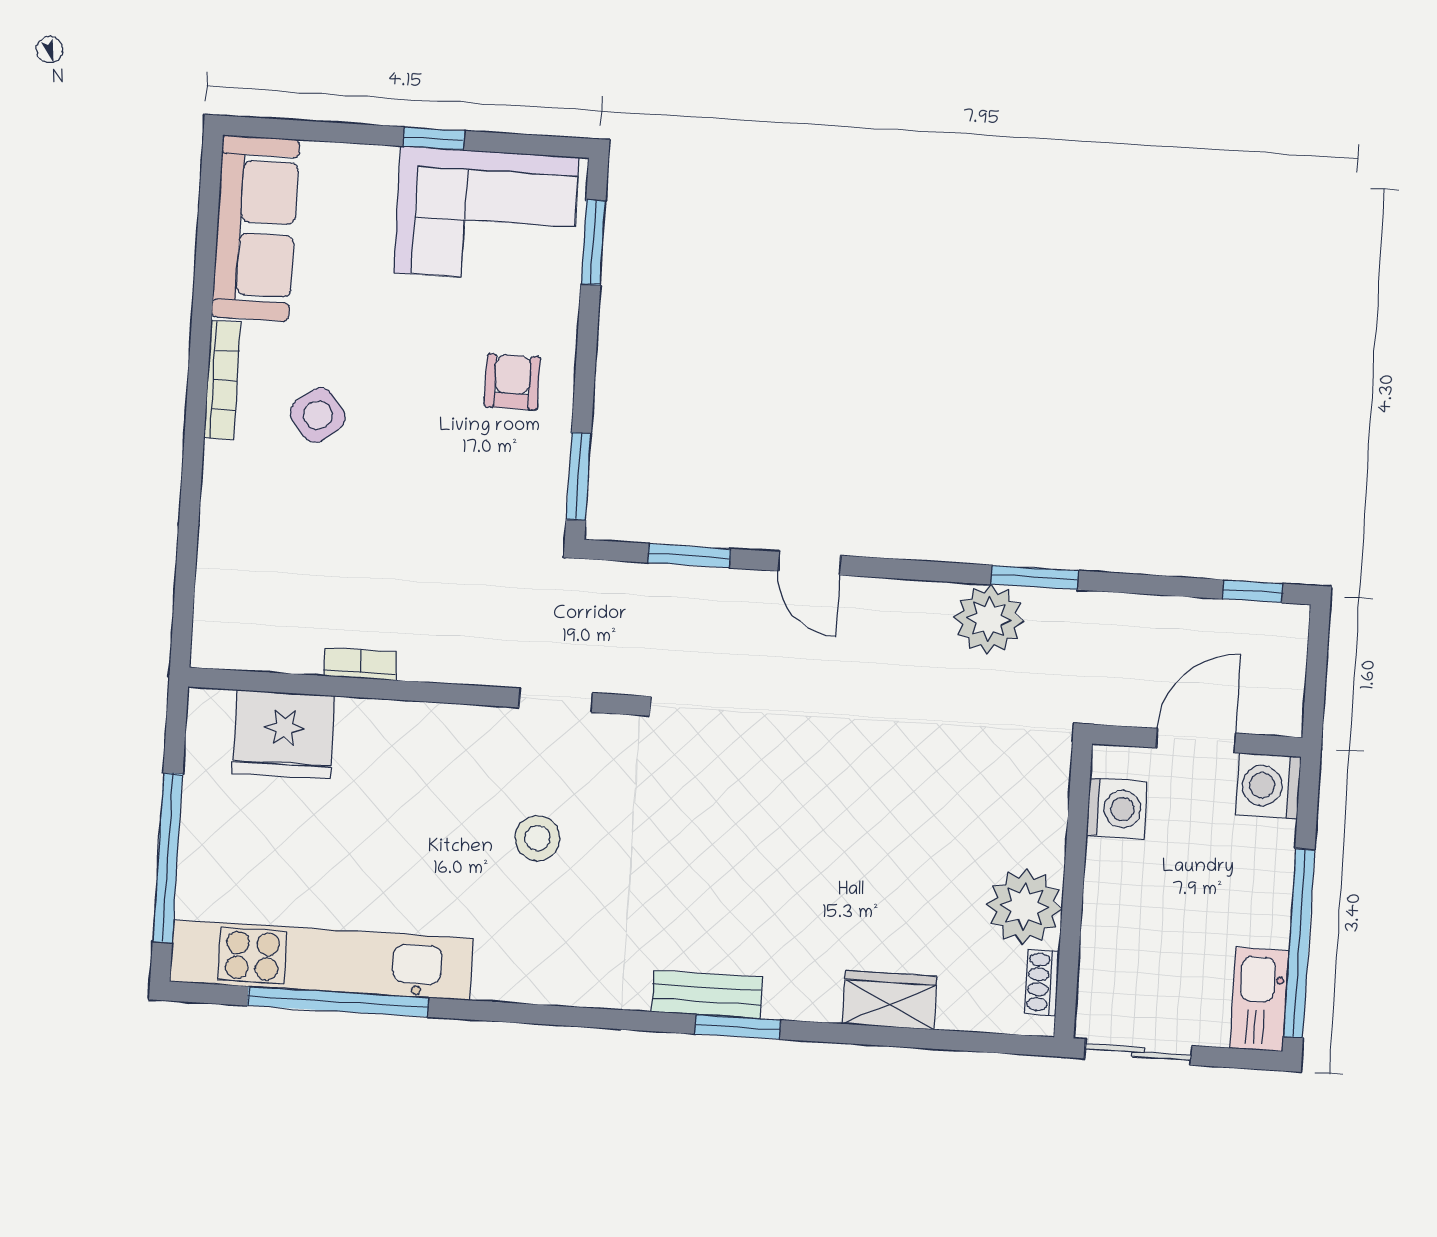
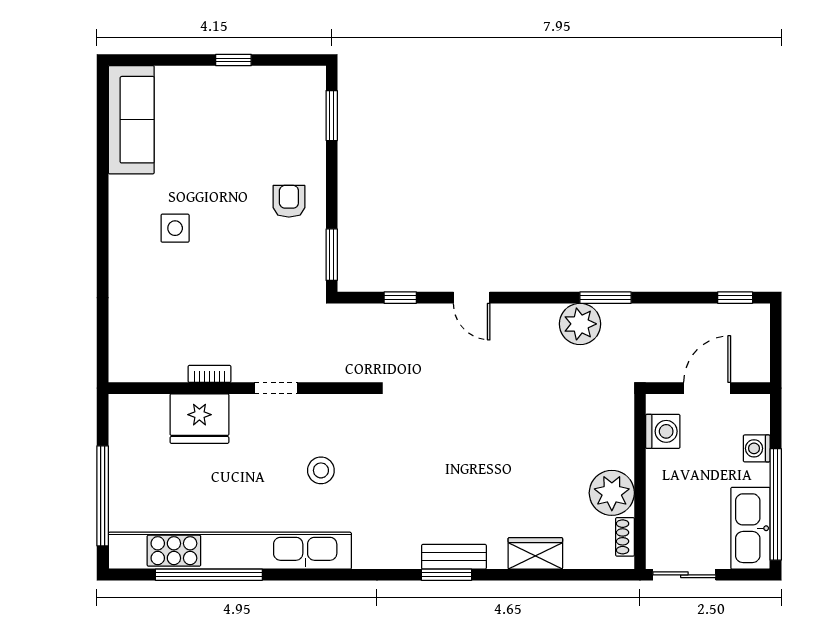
corner sofa: (486, 215) -> (267, 103), removed
bookcase: (222, 380) -> (117, 211), removed
side table: (318, 415) -> (175, 228), turned 38
window: (689, 556) -> (400, 298), width x0.67
doorway: (556, 700) -> (276, 388), moved
fridge: (284, 735) -> (199, 419), moved
washing machine: (1268, 786) -> (757, 448), moved, width x0.73, depth x0.73
kitchen unit: (321, 960) -> (230, 551), width x1.36
bench: (707, 995) -> (454, 557), moved
kitchen sink: (1259, 1000) -> (750, 528), width x1.36, depth x1.24

